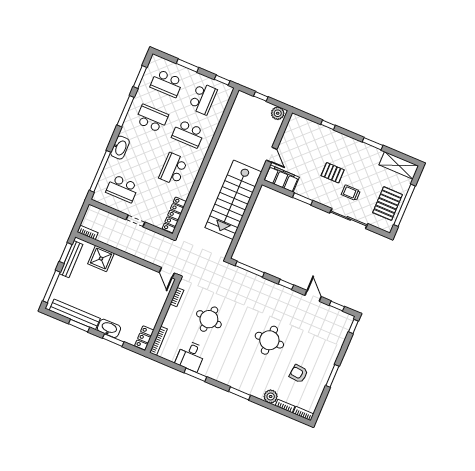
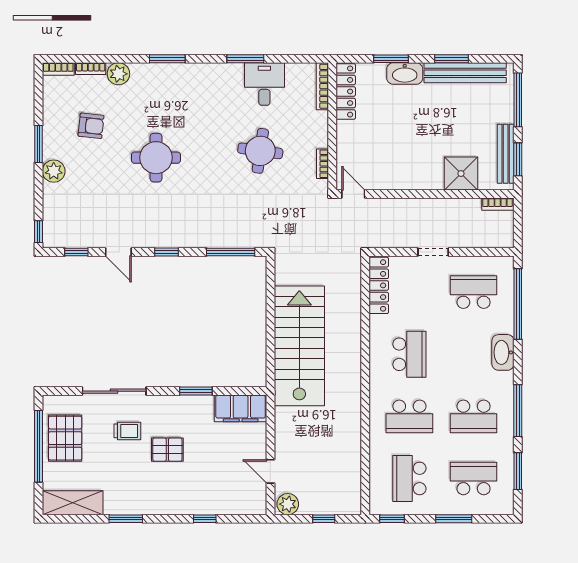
school desk: (188, 134) -> (409, 416), turned 180
door: (272, 155) -> (270, 471), moved
locker: (144, 338) -> (346, 91), width x1.53
plant: (330, 357) -> (54, 171), added

